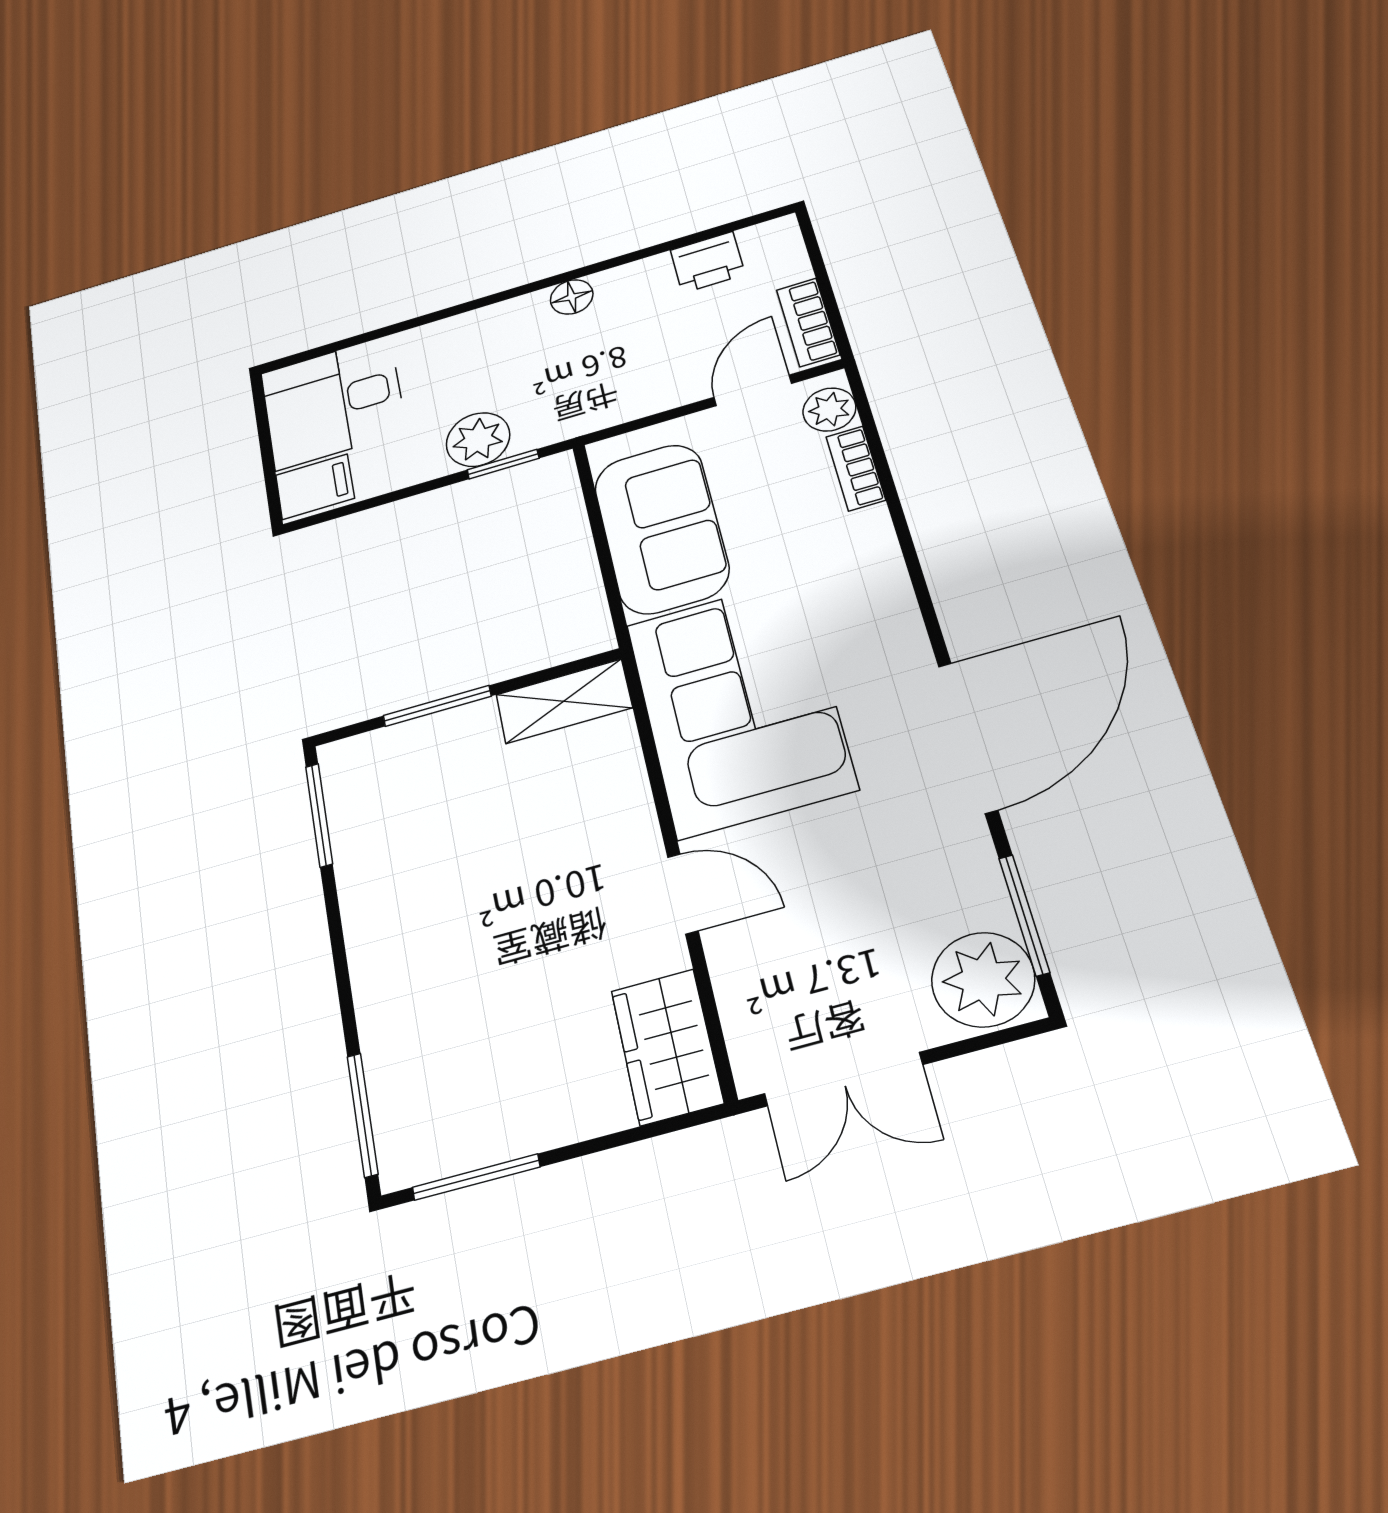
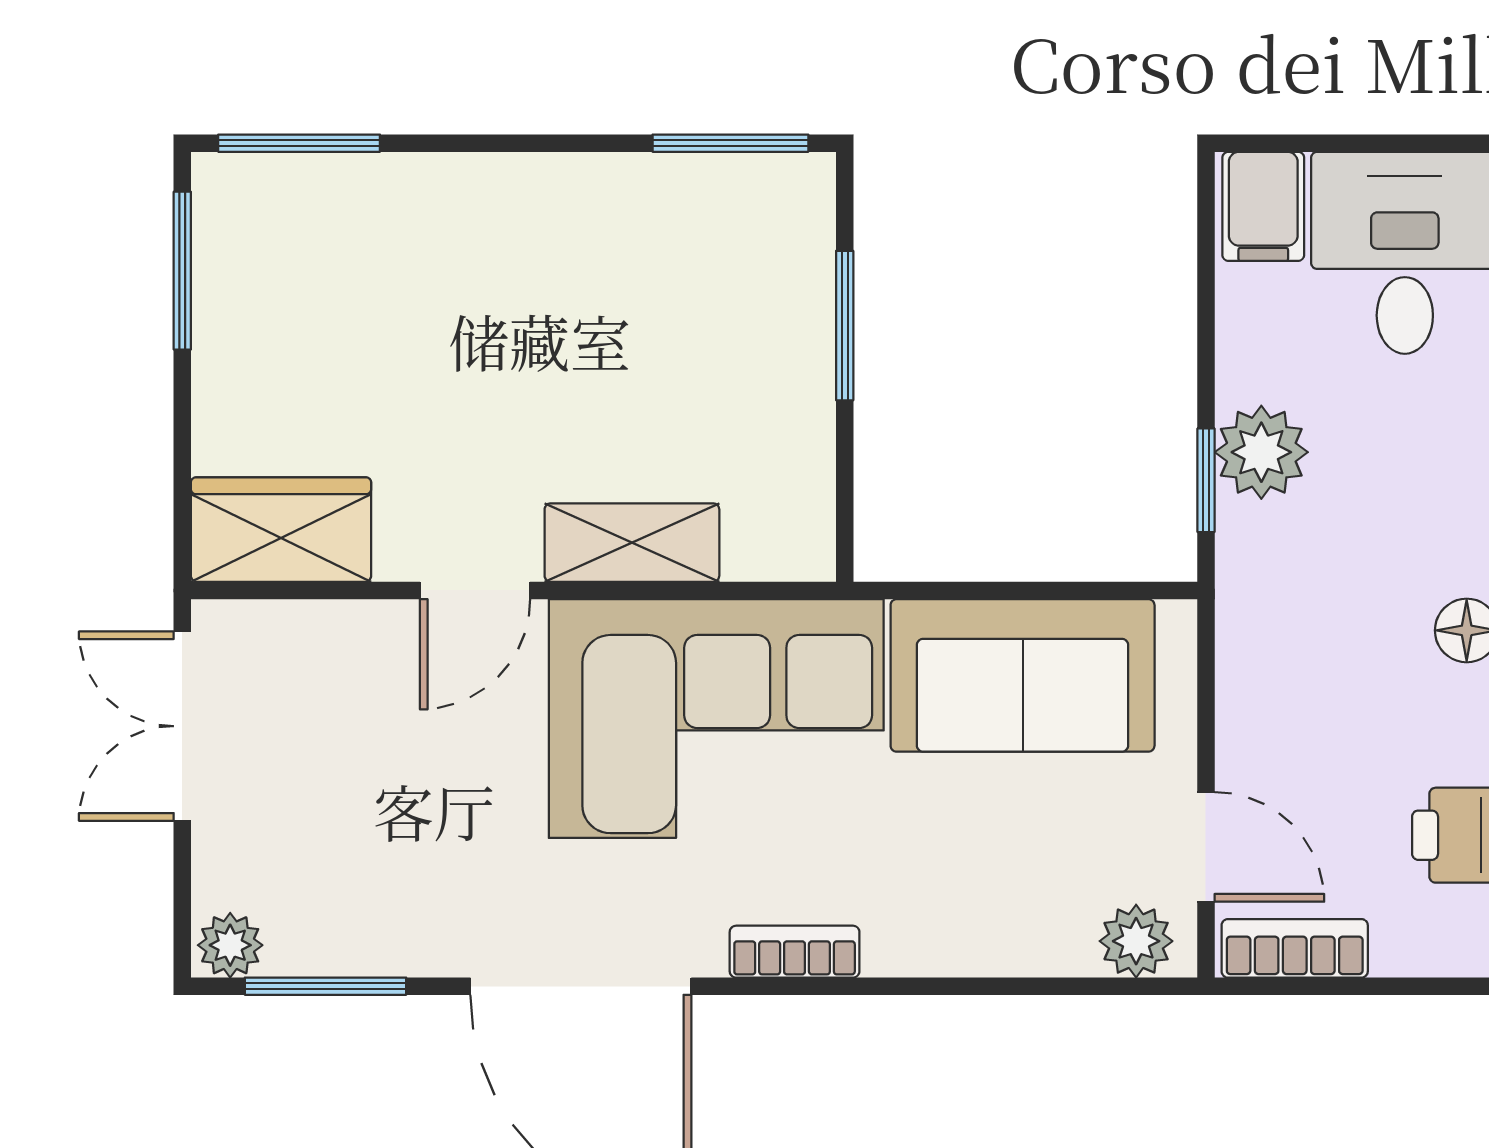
bookcase: (856, 468) -> (795, 952), moved
shelving: (564, 701) -> (632, 543), moved, turned 90
plant: (983, 980) -> (230, 945), width x0.53, depth x0.53

